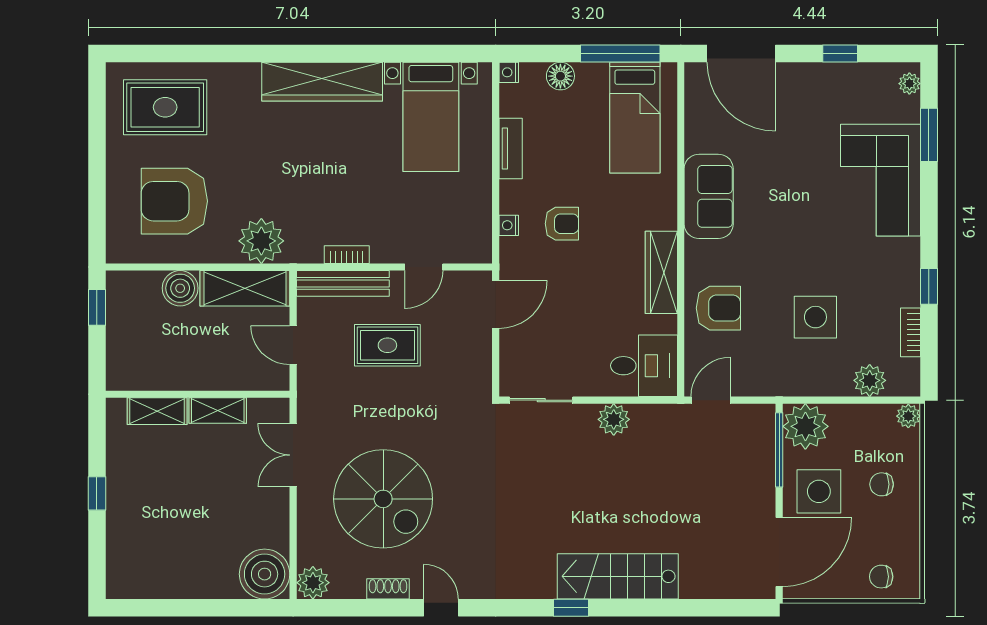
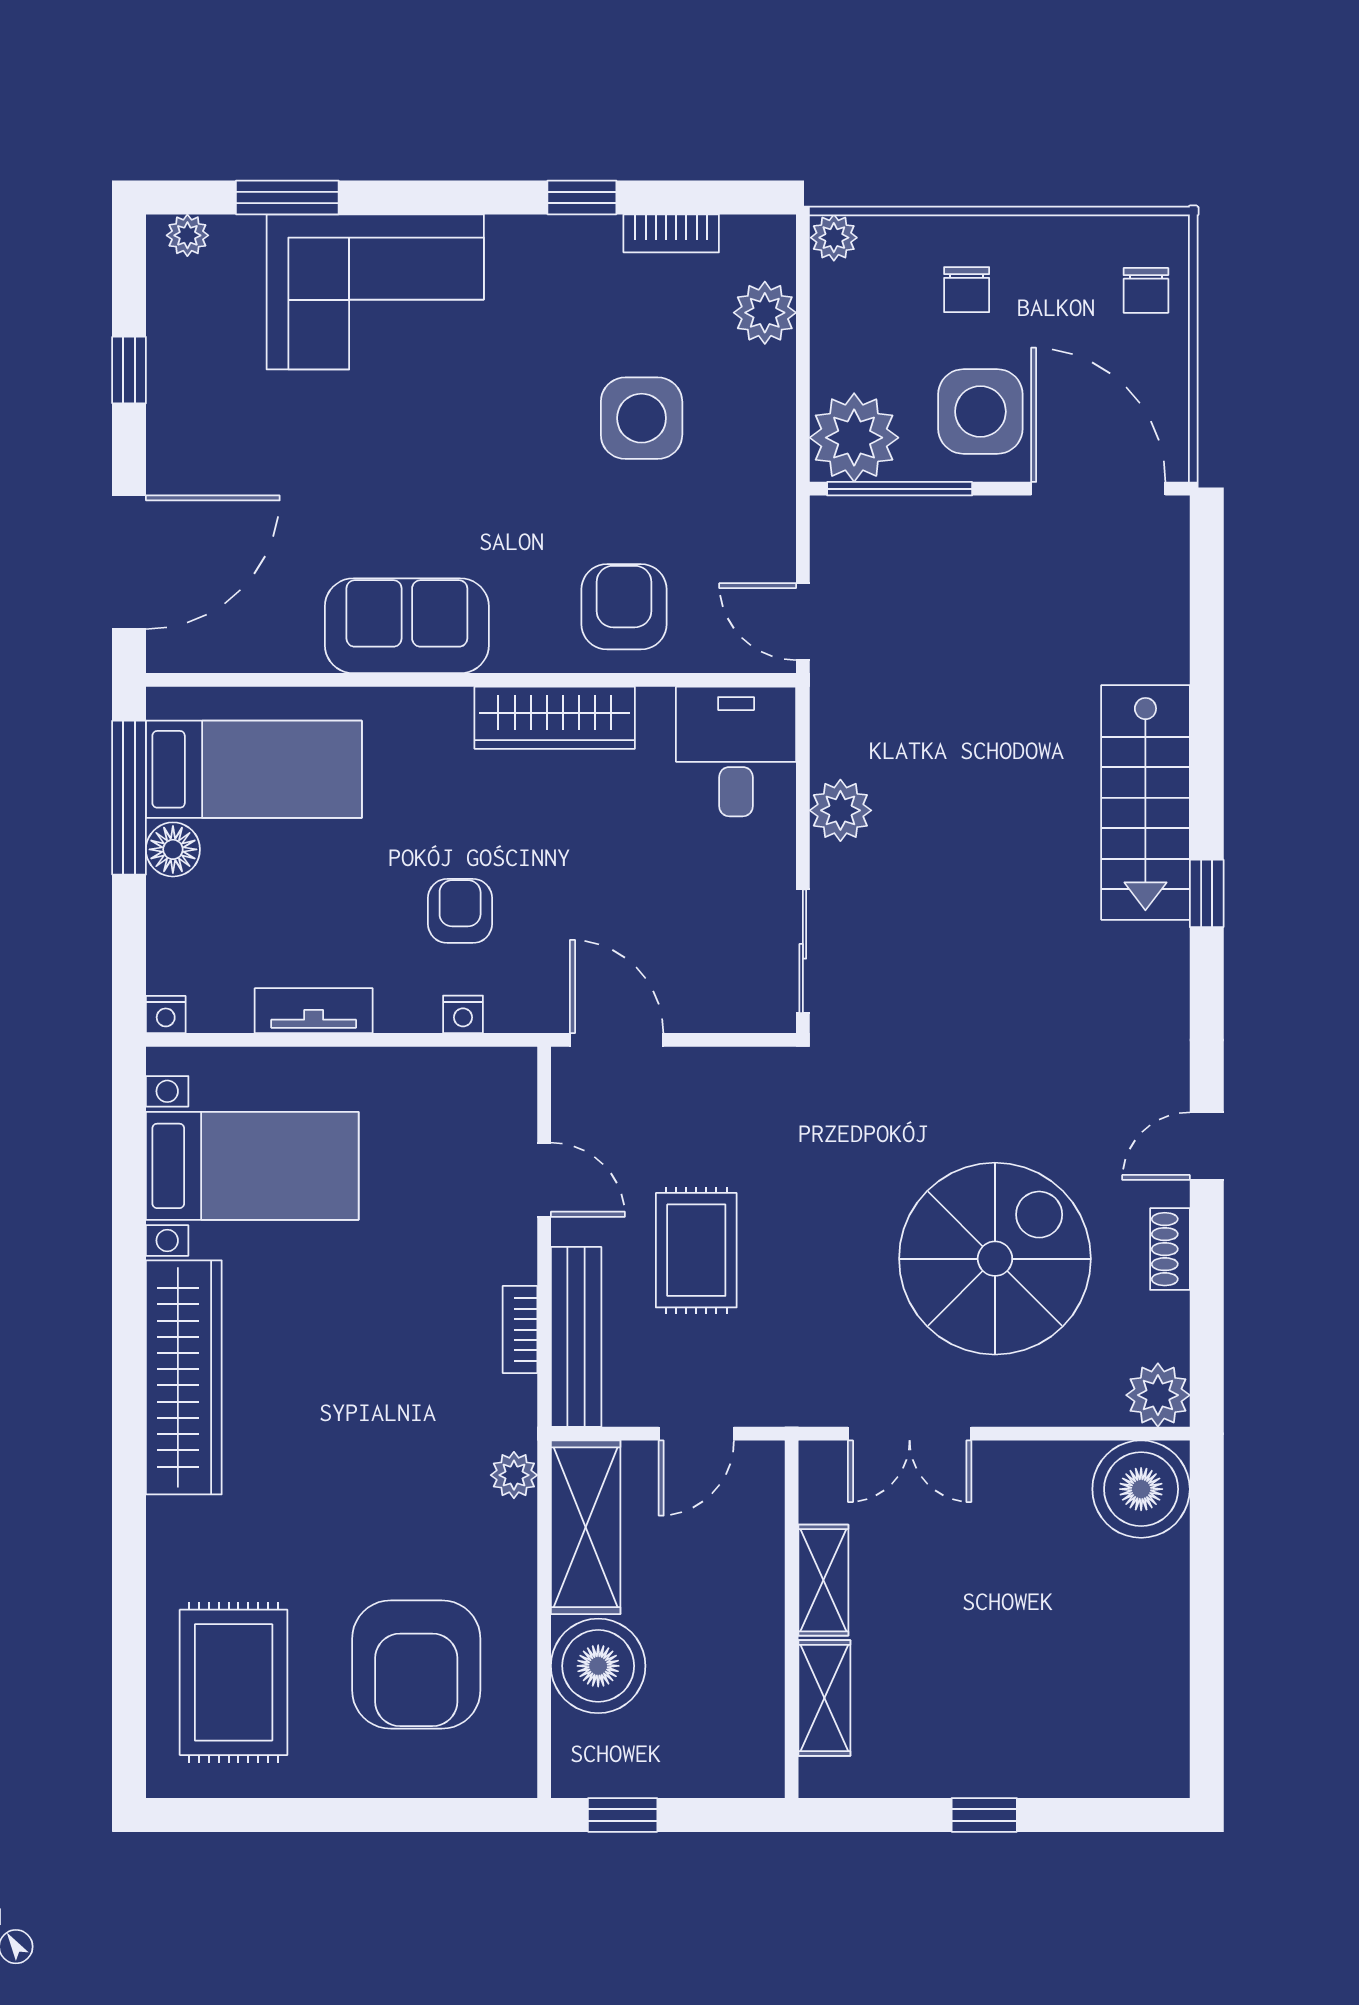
floor lamp: (560, 76) -> (173, 849), moved
plant: (261, 241) -> (514, 1475), width x0.53, depth x0.53
boiler: (180, 288) -> (598, 1666), width x1.37, depth x1.37

